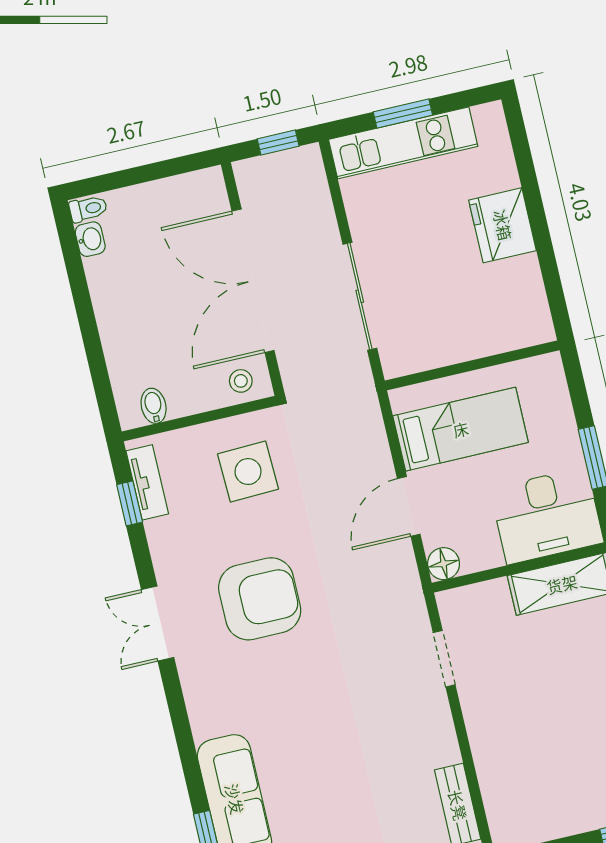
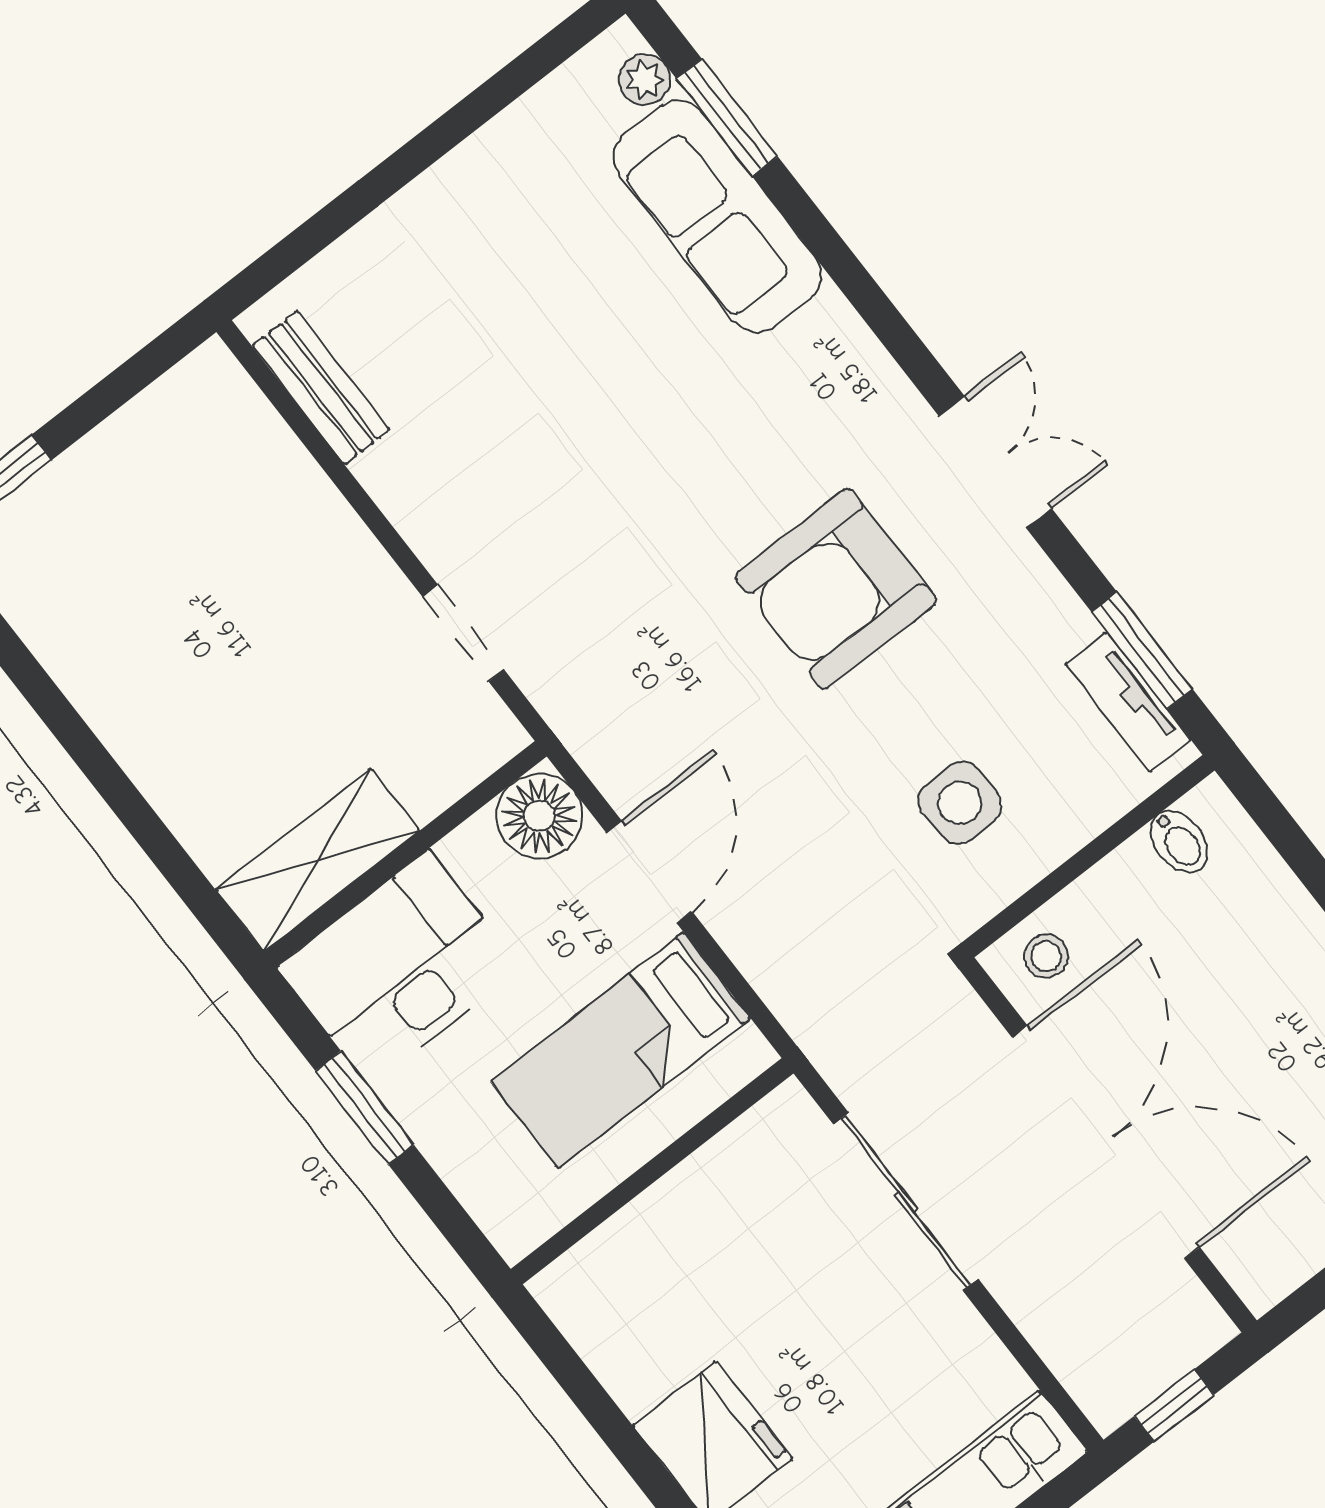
side table: (248, 472) -> (960, 803), width x0.73, depth x0.73
window: (130, 503) -> (1142, 651), width x1.50
floor lamp: (444, 564) -> (539, 816), width x1.38, depth x1.38

